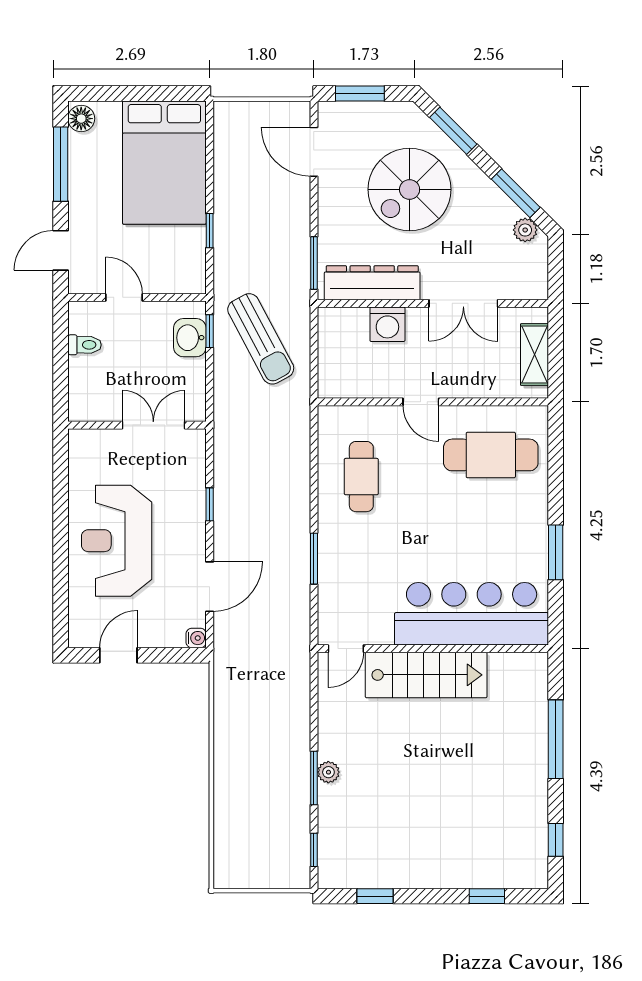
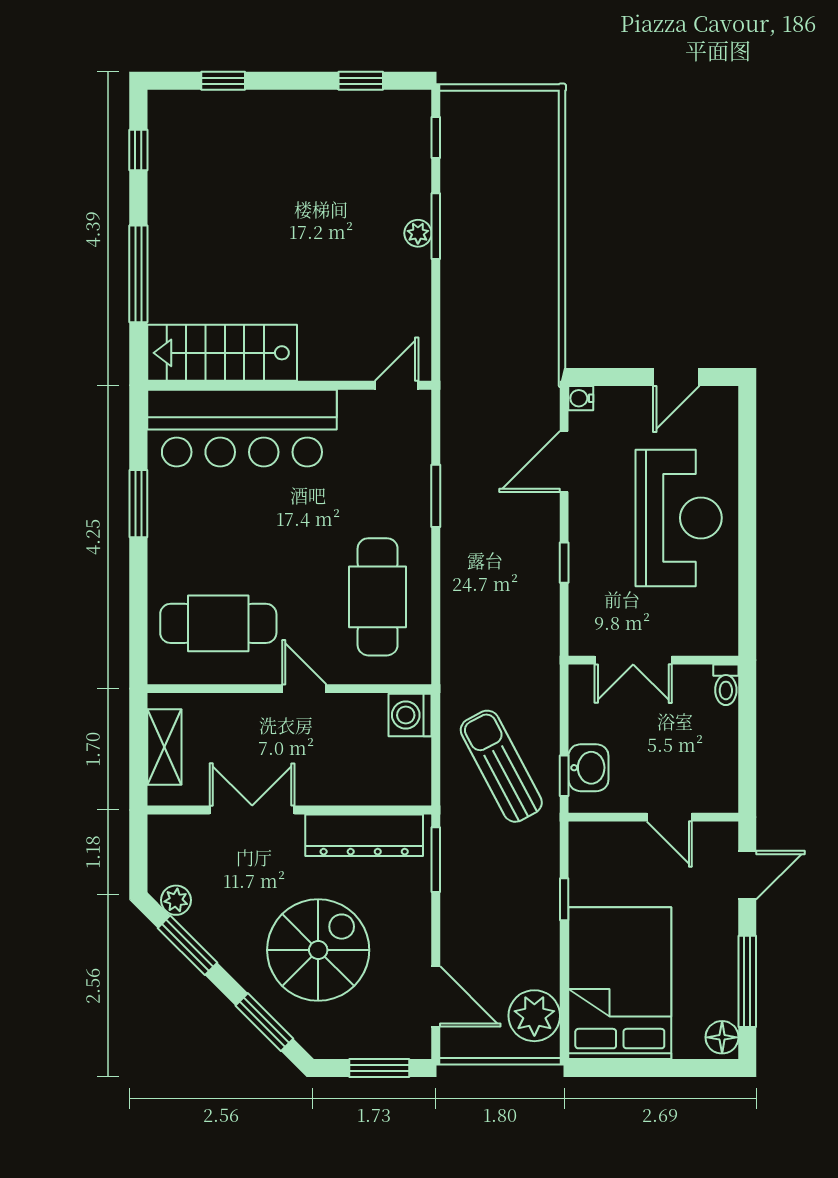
plant: (234, 136) -> (534, 1016), added
washing machine: (387, 324) -> (410, 715), moved, turned -90
toilet: (85, 345) -> (726, 685), moved, turned -90
cafe table: (361, 477) -> (378, 597), width x1.37, depth x1.35
stairs: (426, 675) -> (222, 353), moved

